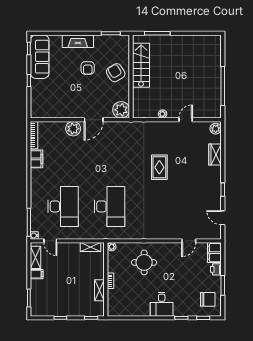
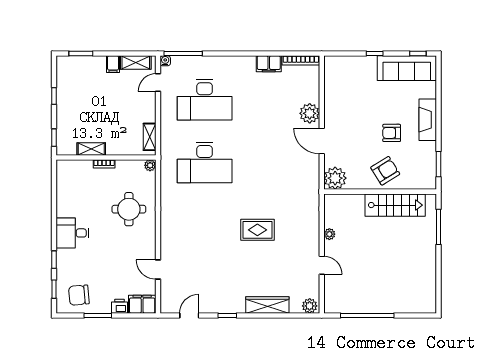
wardrobe: (215, 155) -> (267, 305), width x1.50
chair: (208, 299) -> (79, 295), turned 85

